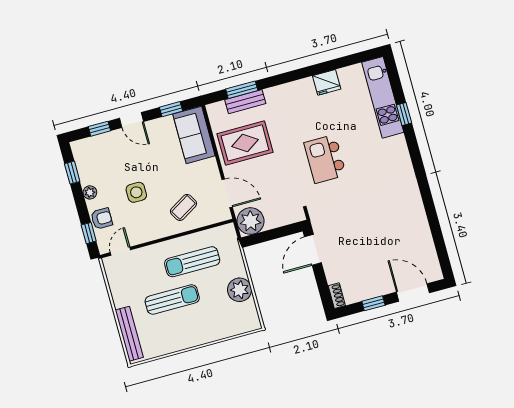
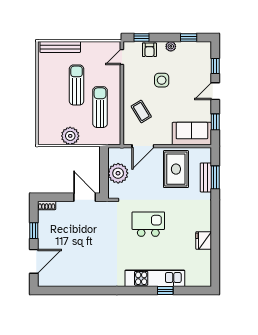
kitchen unit: (383, 97) -> (155, 278), moved
plant: (250, 221) -> (118, 173), moved
door: (120, 251) -> (122, 57), swing flipped
sun lounger: (172, 300) -> (77, 85), turned 180

